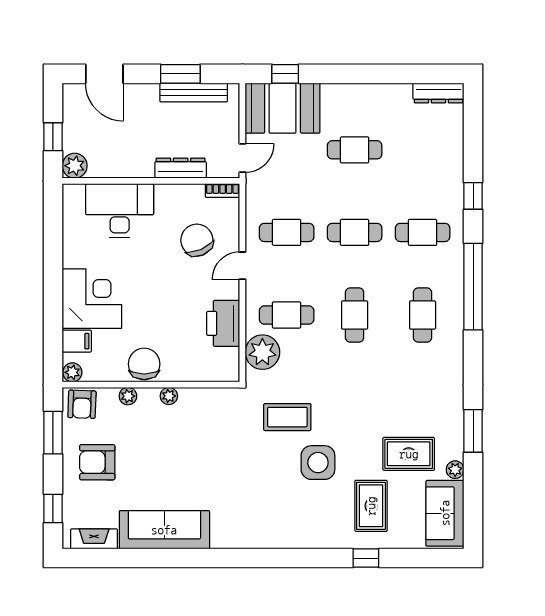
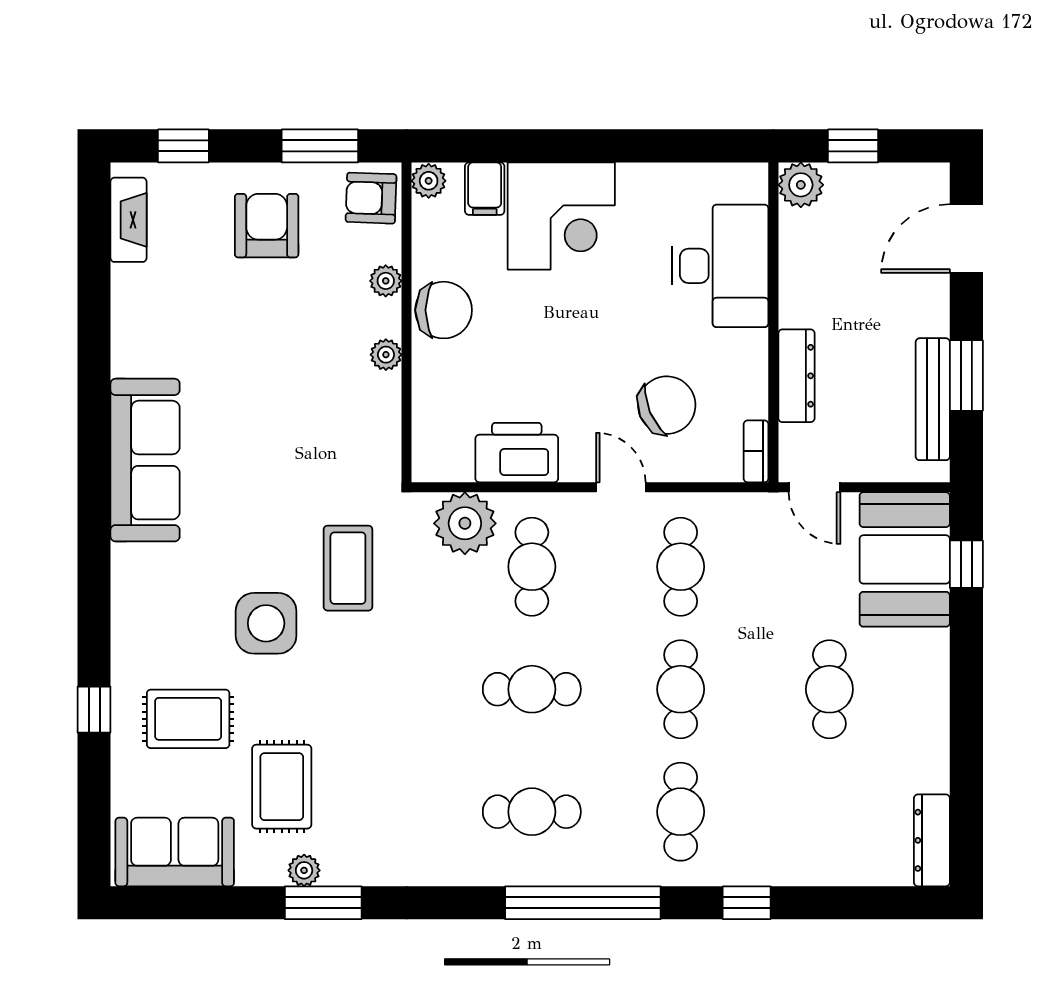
plant: (455, 470) -> (304, 870), moved
sofa: (164, 530) -> (145, 460), moved

